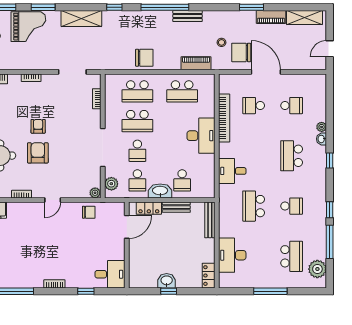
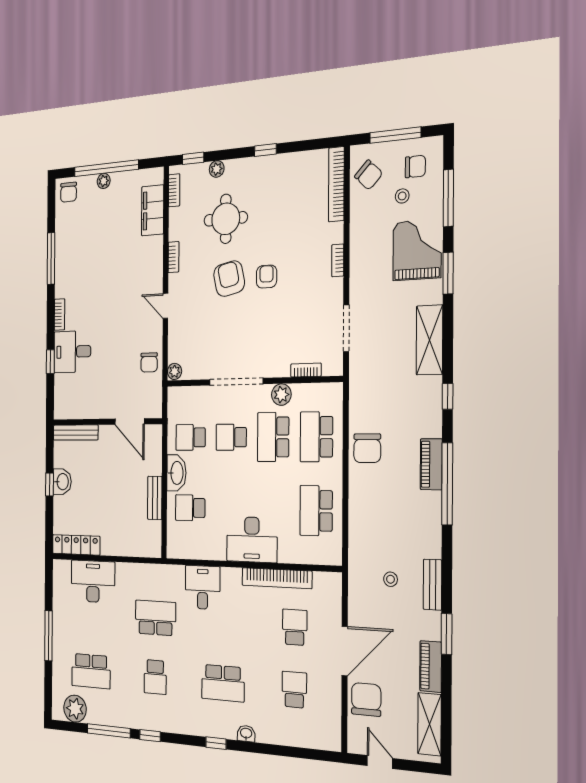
bench: (188, 16) -> (433, 585), moved
grand piano: (28, 27) -> (417, 250), turned 180
chair: (241, 52) -> (366, 699), moved
piano: (196, 63) -> (431, 464), moved, turned 180
school desk: (292, 106) -> (294, 690), turned 180
armchair: (38, 126) -> (267, 277), turned -90
plant: (322, 127) -> (263, 735), removed
armchair: (38, 153) -> (229, 279), turned -102
school desk: (292, 156) -> (223, 683), turned 180
plant: (111, 184) -> (281, 395), moved
locker: (149, 208) -> (154, 455), removed
bench: (210, 220) -> (76, 433), moved
desk: (110, 274) -> (72, 352), moved, turned 90
locker: (209, 276) -> (76, 545), width x1.53

